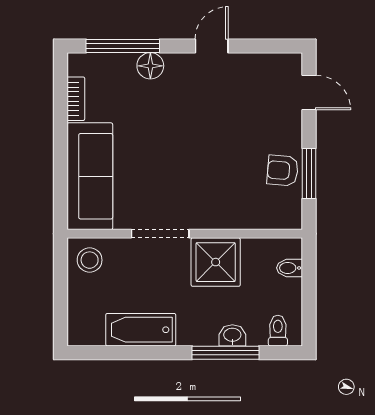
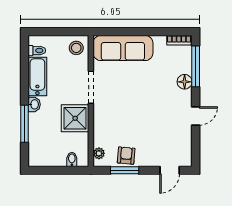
door: (212, 46) -> (196, 116), hinge flipped
bookcase: (76, 99) -> (179, 40), moved
plant: (279, 219) -> (99, 153), added
toilet: (278, 331) -> (37, 51), moved
washbasin: (232, 335) -> (34, 104), moved

